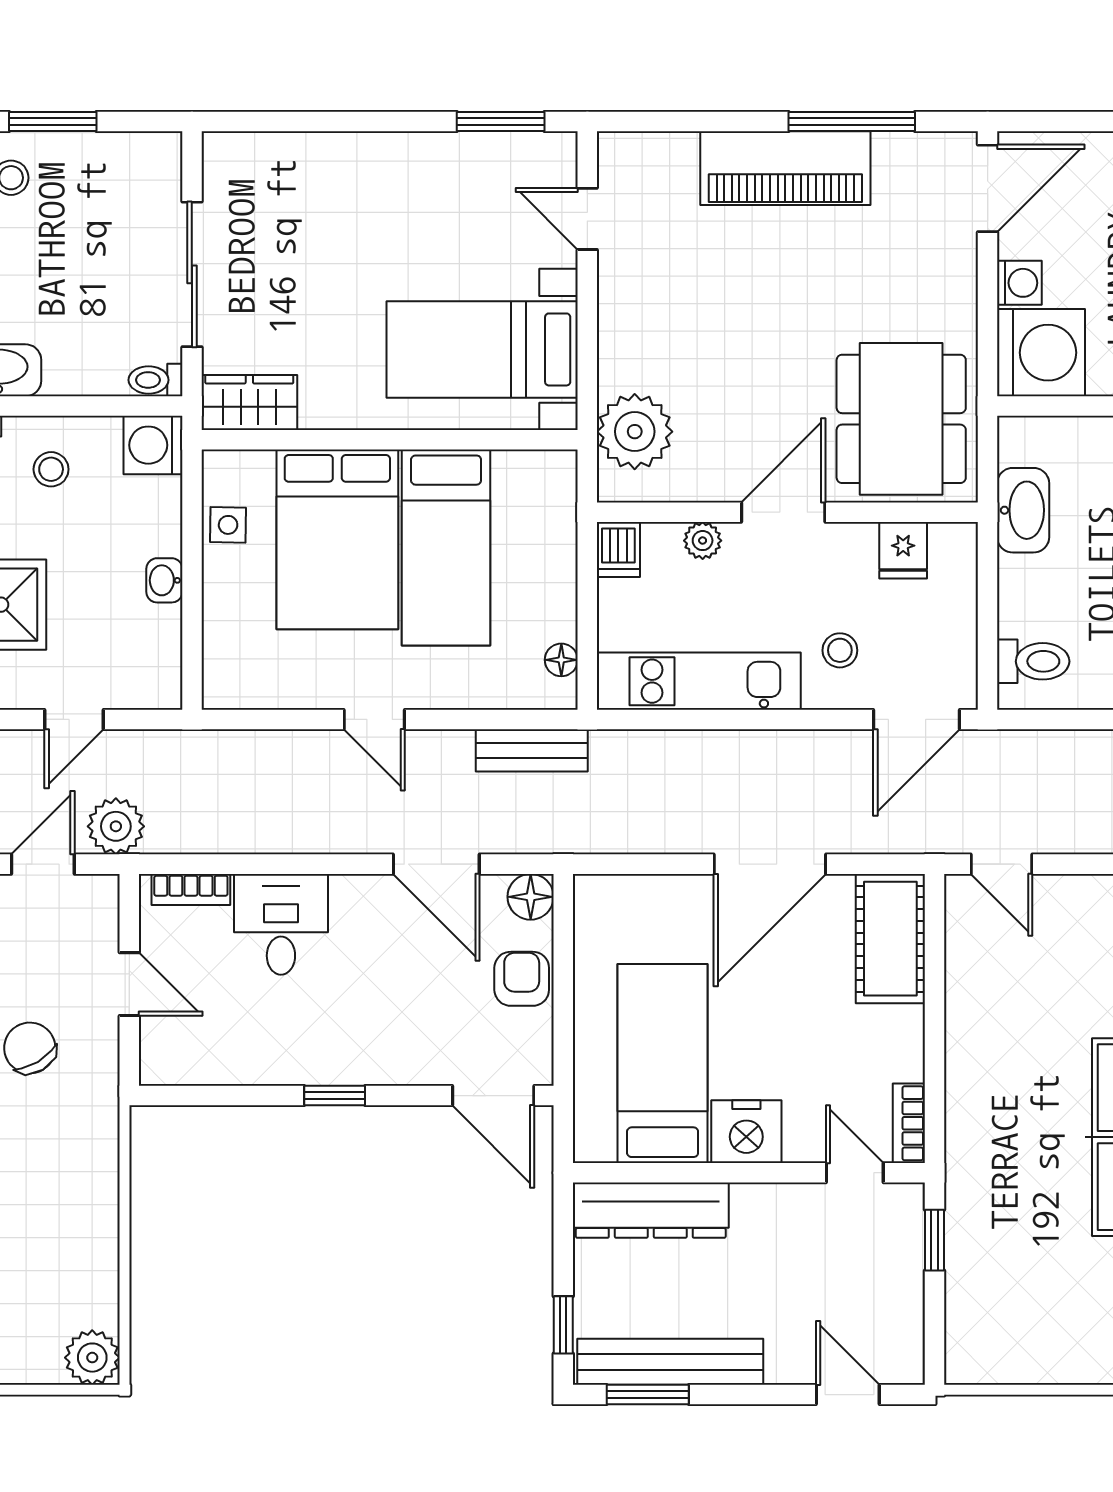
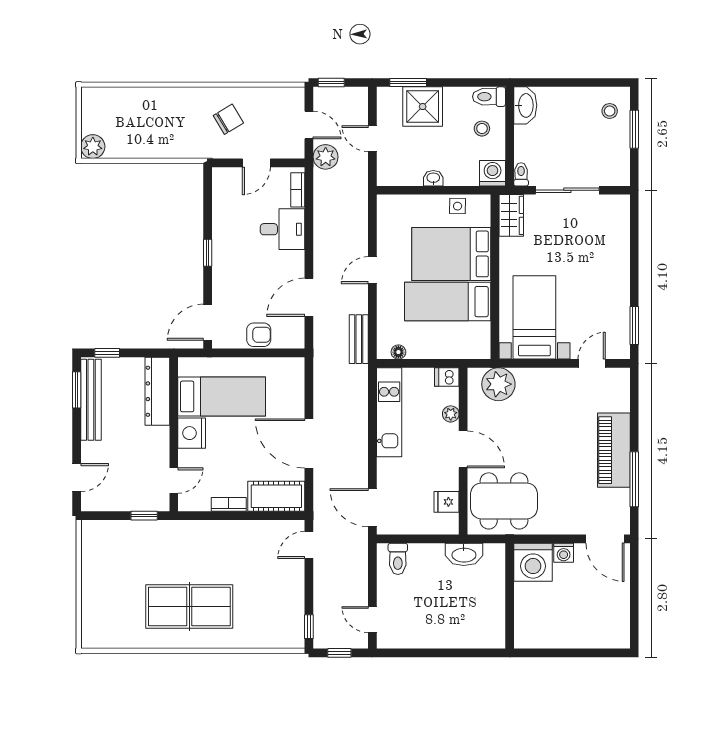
stool: (840, 650) -> (403, 474), removed
floor lamp: (531, 897) -> (295, 339), removed
bookcase: (909, 1123) -> (229, 504), moved

